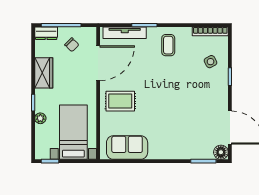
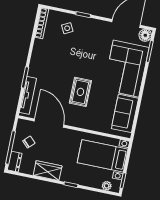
coffee table: (168, 45) -> (46, 61), removed
rug: (120, 101) -> (80, 92), moved
plant: (40, 118) -> (107, 186), moved
corner sofa: (178, 138) -> (126, 69), added

